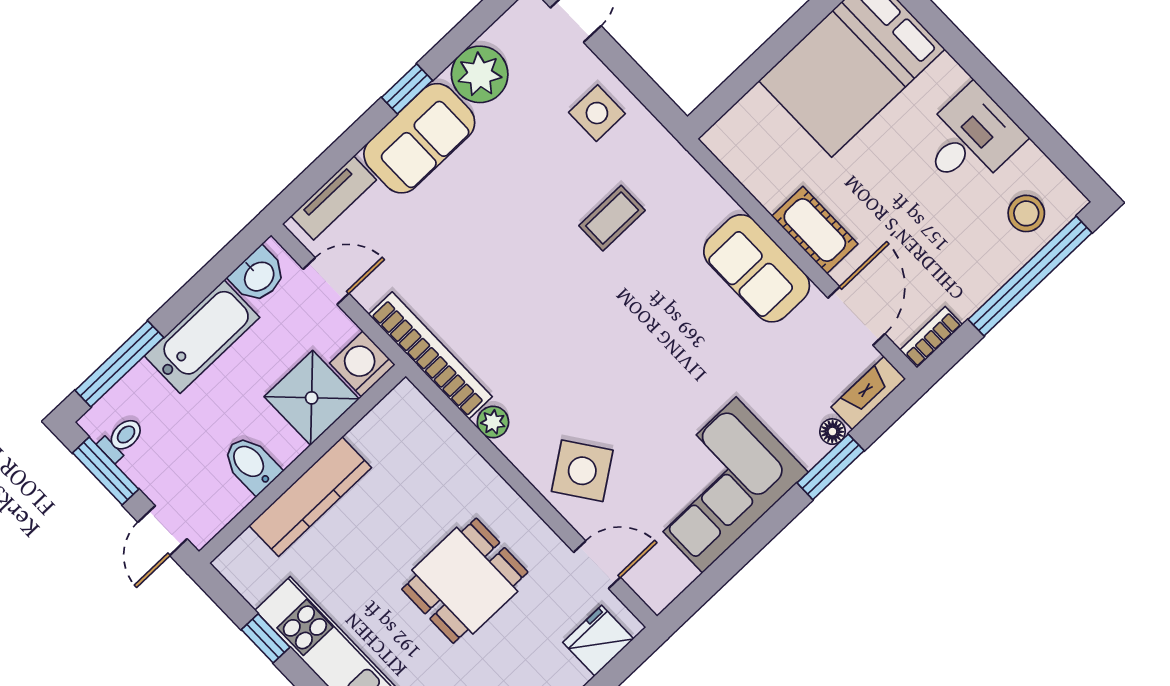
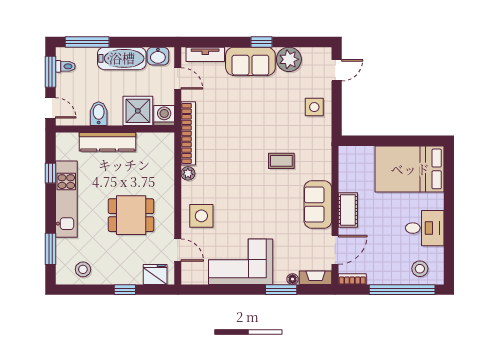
coffee table: (612, 218) -> (281, 161), moved
side table: (582, 471) -> (201, 216), turned 35
door: (163, 531) -> (50, 108), swing flipped

